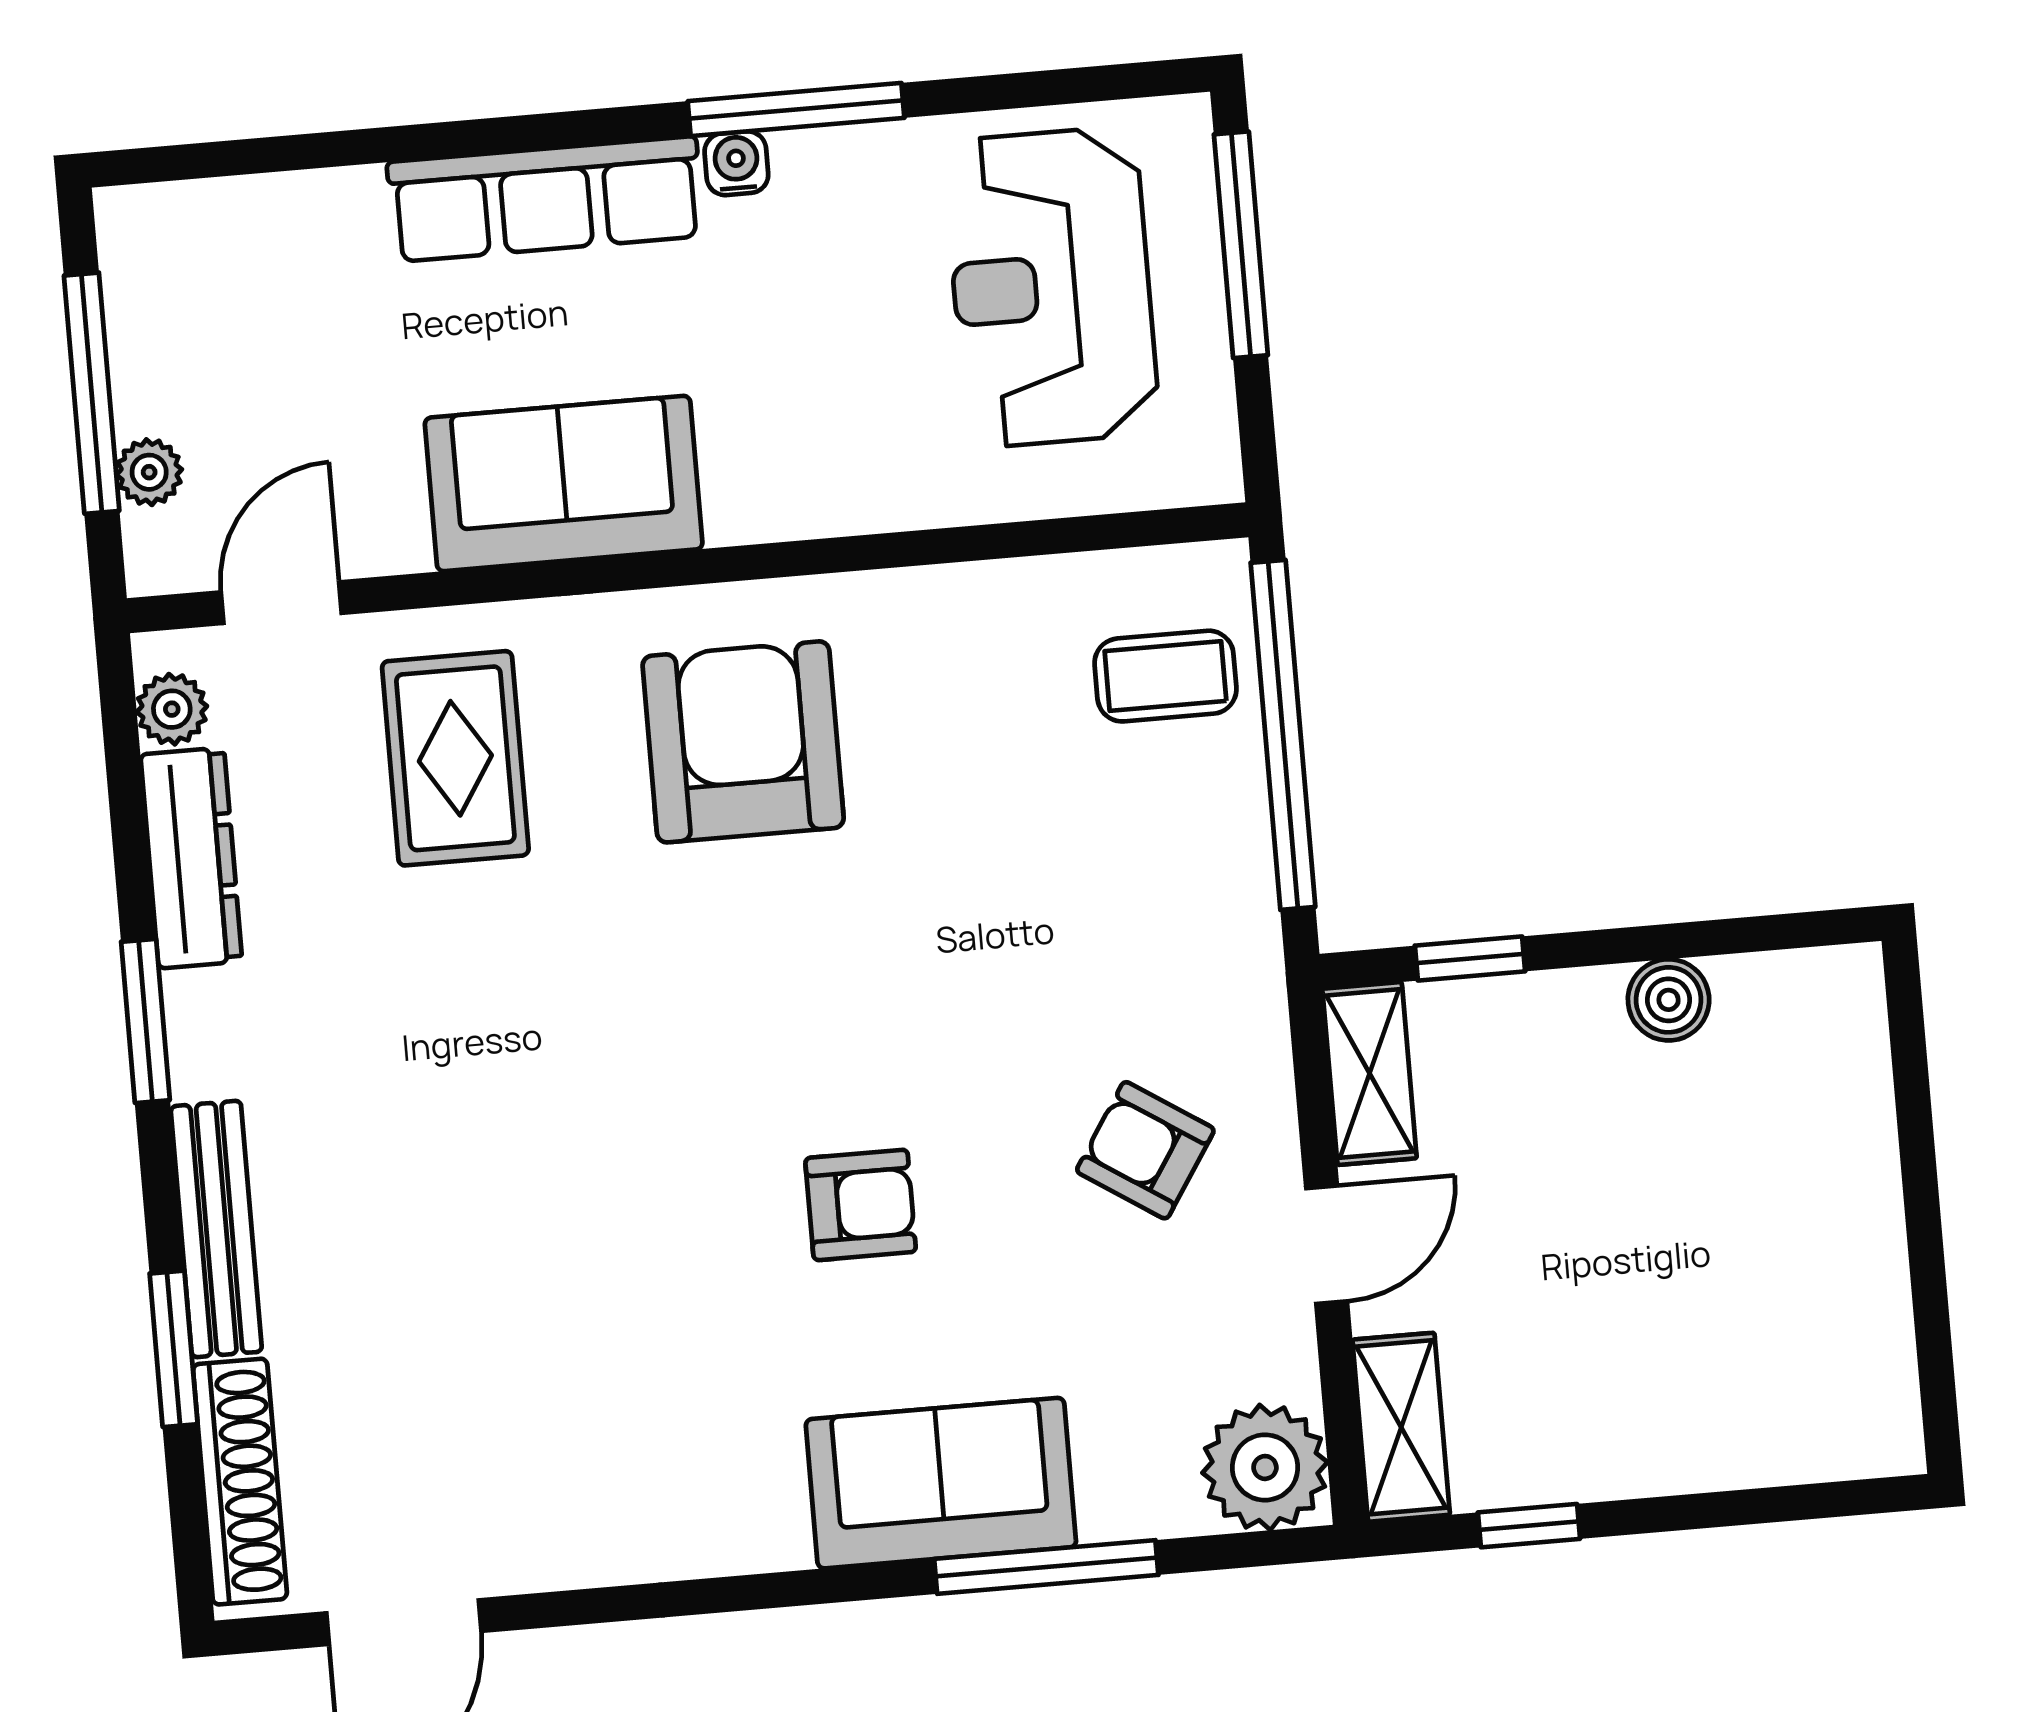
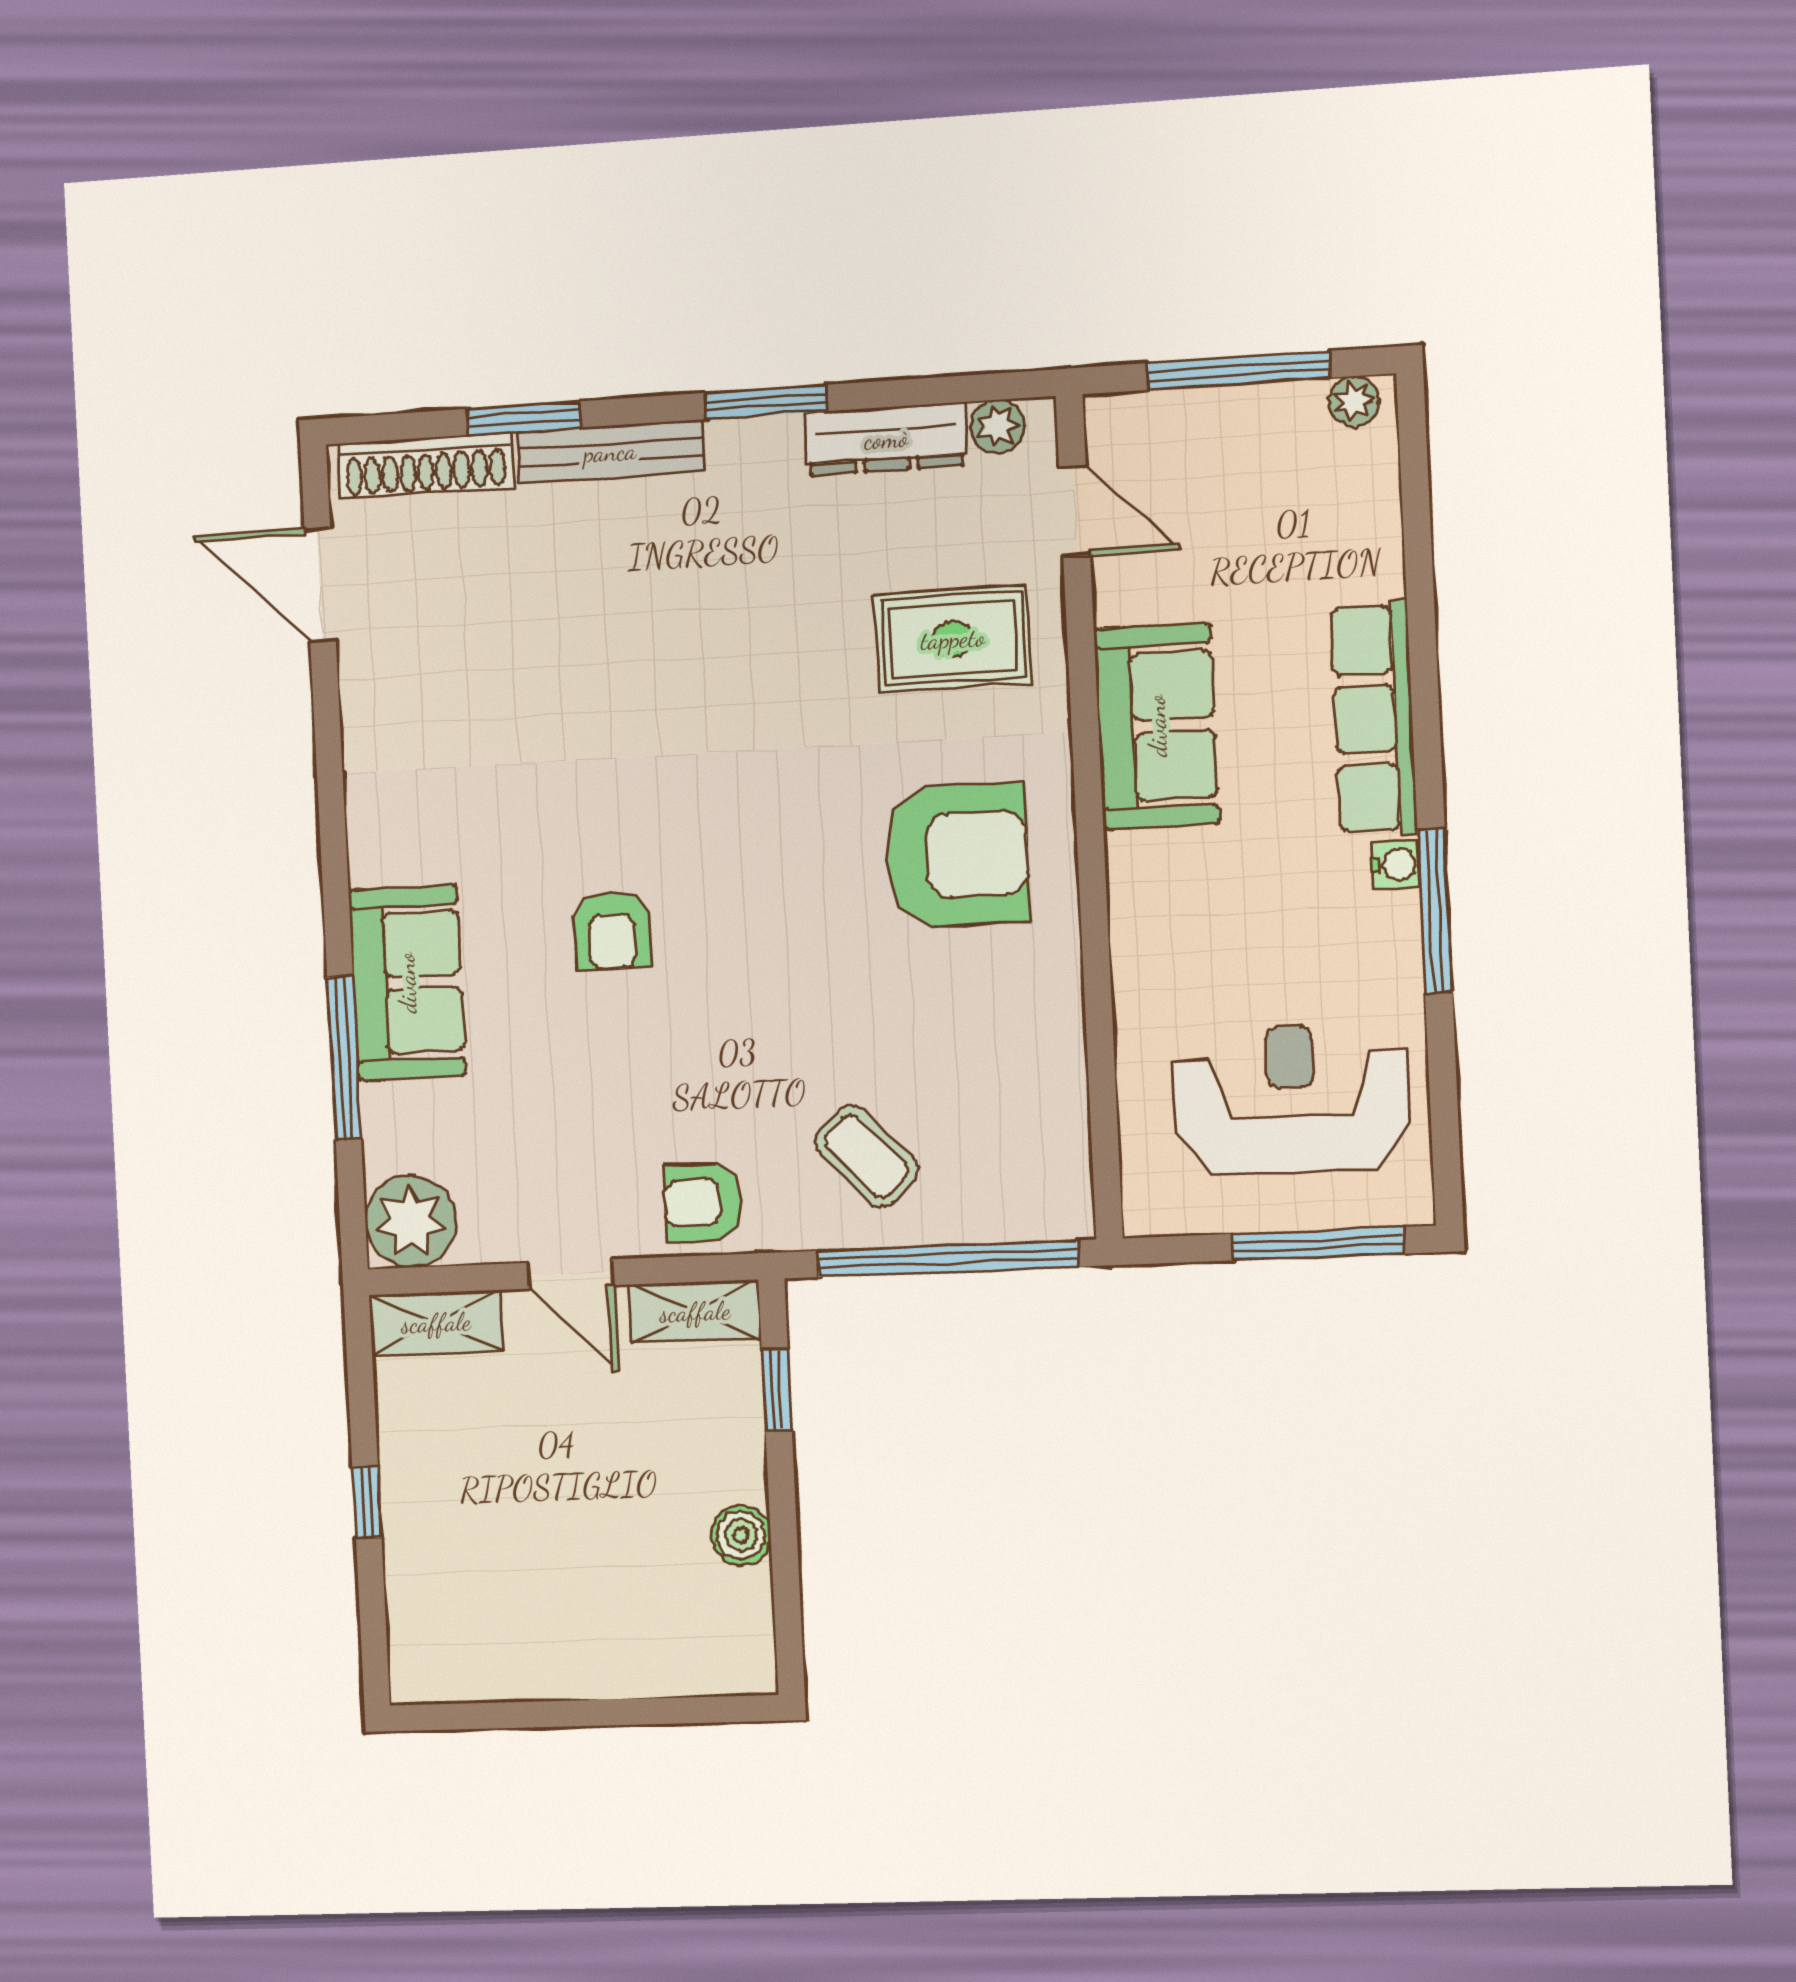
plant: (149, 472) -> (1354, 401), moved
coffee table: (1165, 676) -> (866, 1156), moved, turned -43
armchair: (1145, 1150) -> (703, 1202), moved, turned -123
window: (1529, 1526) -> (367, 1502), moved

